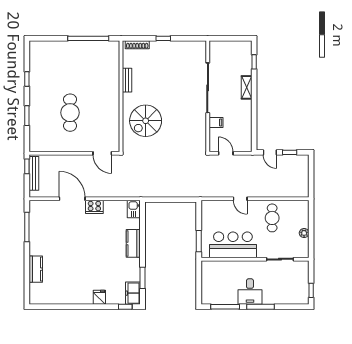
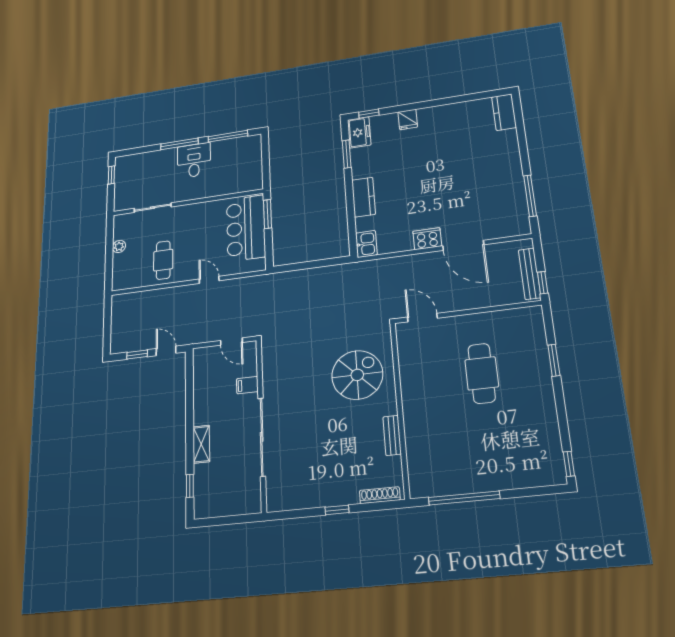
window: (27, 79) -> (569, 464), moved
bar counter: (233, 245) -> (246, 228), moved, turned 90
kitchen counter: (36, 269) -> (504, 112), moved

